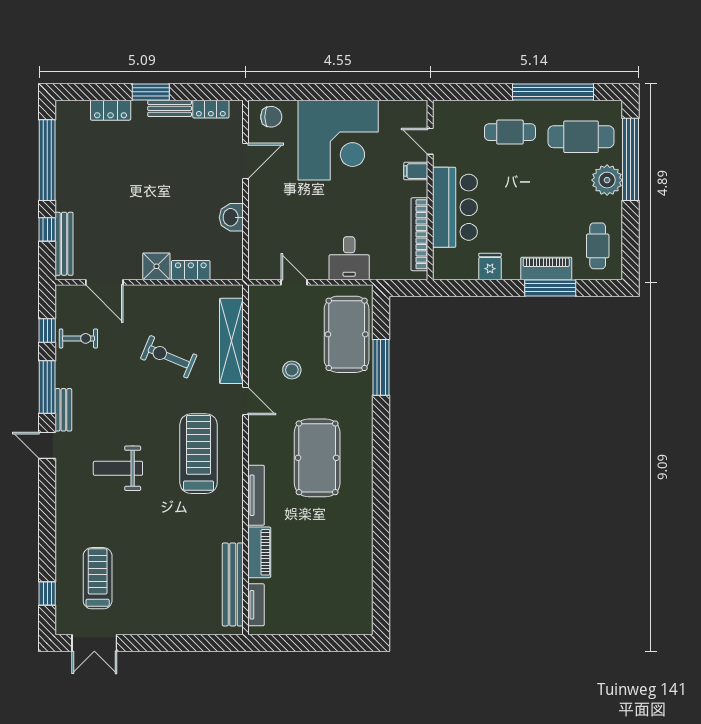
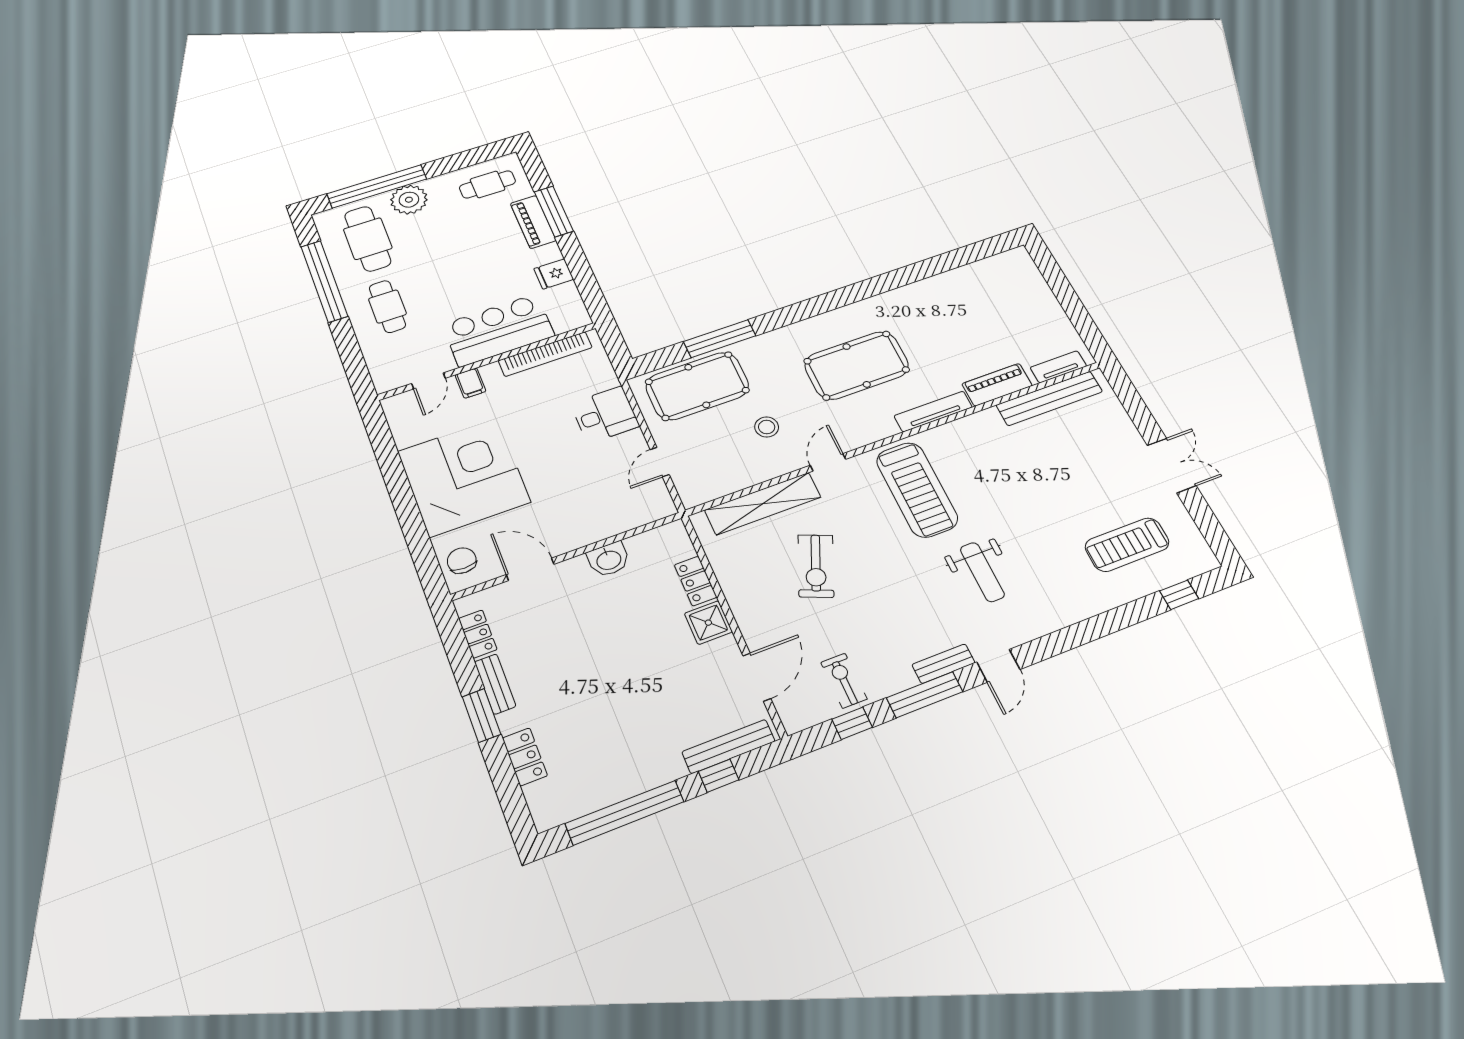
treadmill: (199, 454) -> (917, 490), turned -90
double door: (94, 643) -> (1172, 465), moved

